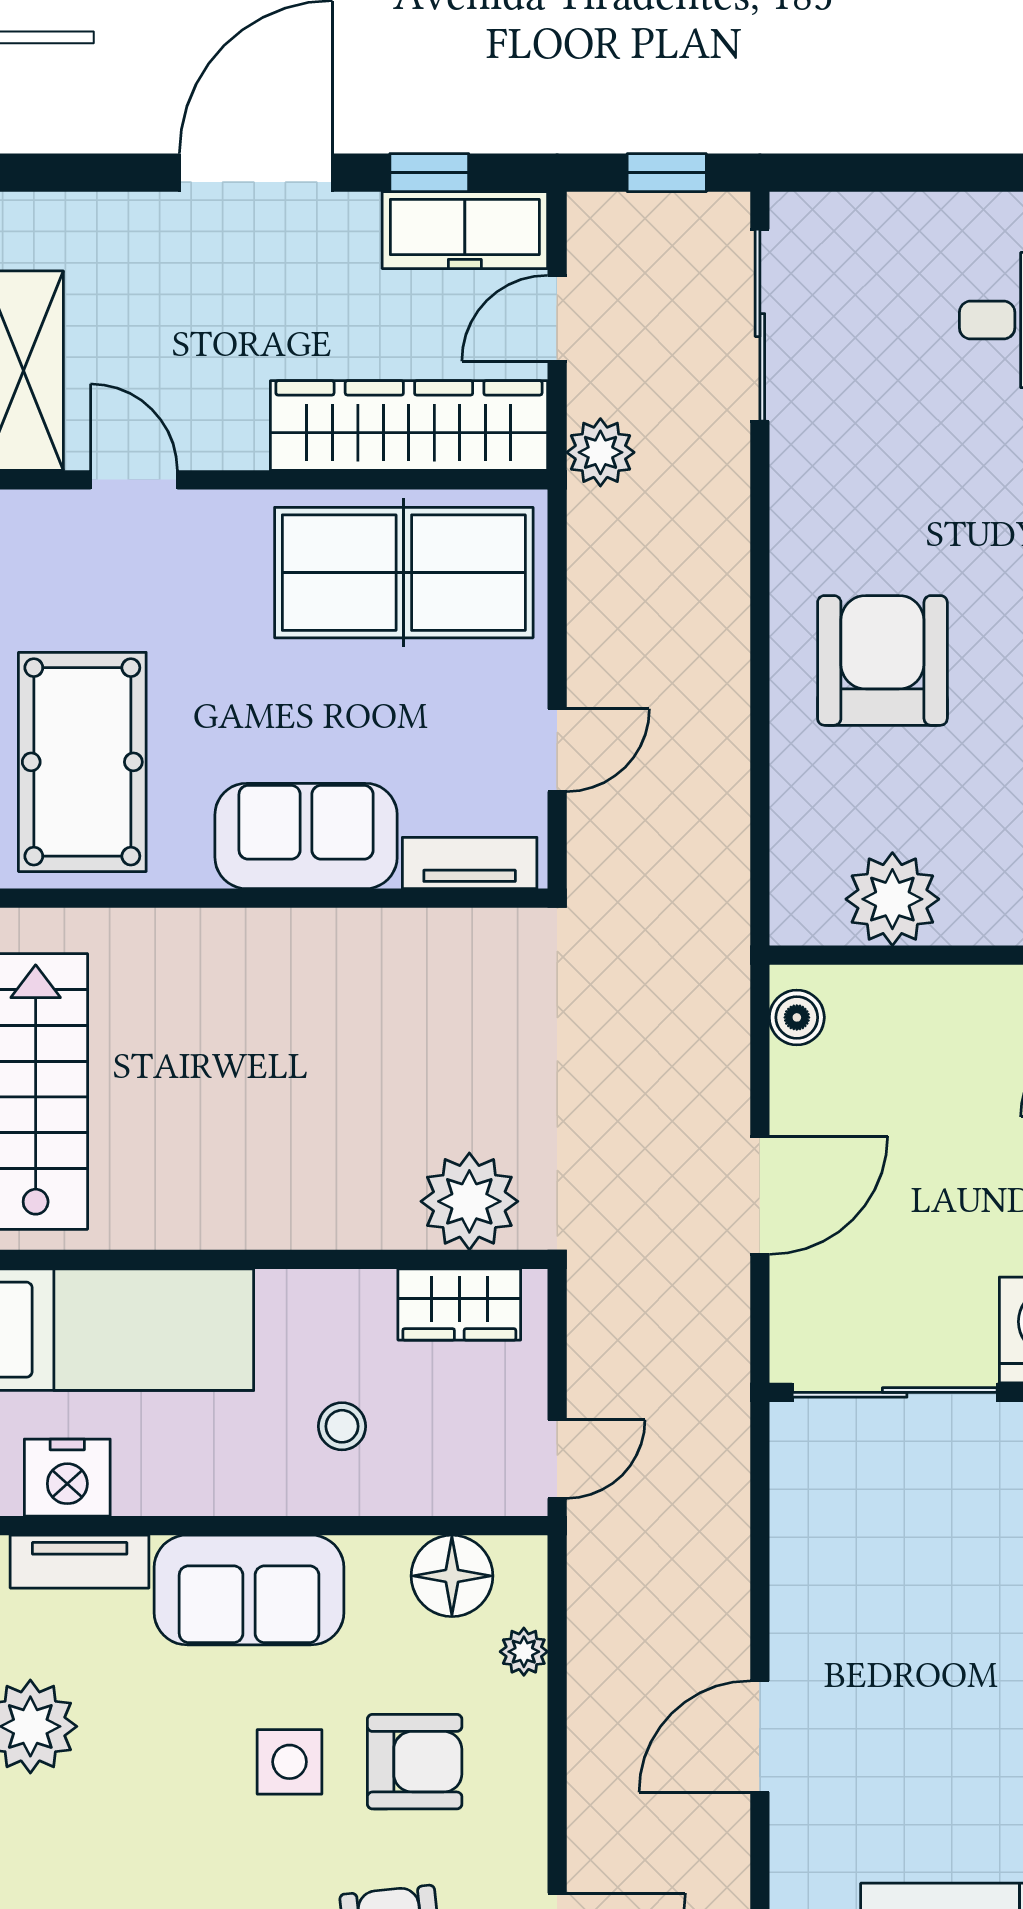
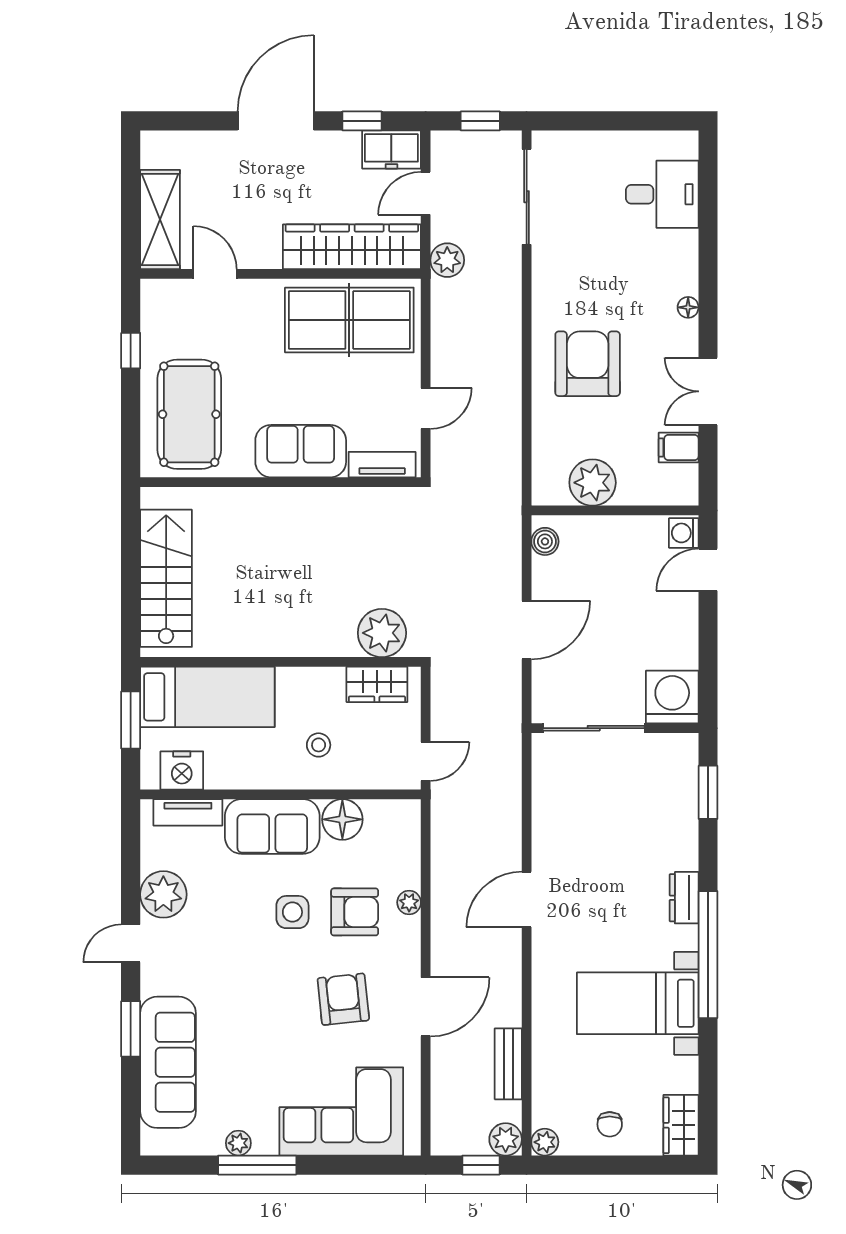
freezer: (465, 230) -> (391, 149), width x0.71
floor lamp: (452, 1576) -> (342, 819), moved
plant: (524, 1652) -> (409, 902), moved

